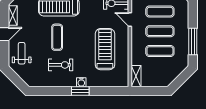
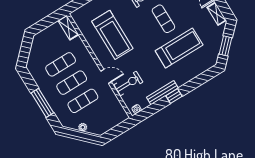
window: (193, 42) -> (42, 103), moved

